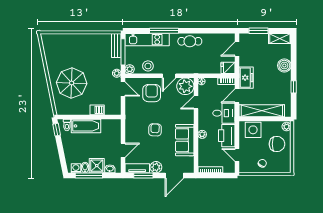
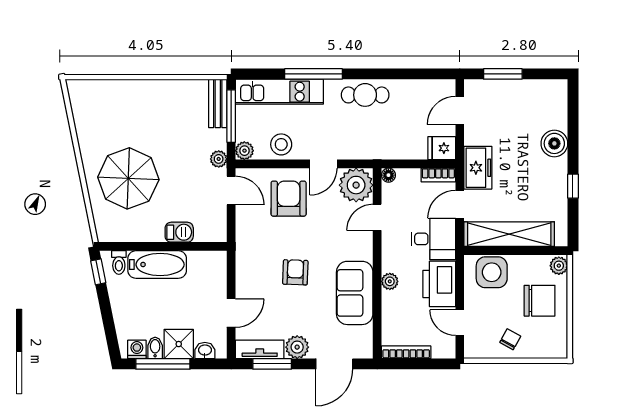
shelving: (280, 38) -> (545, 89), removed

